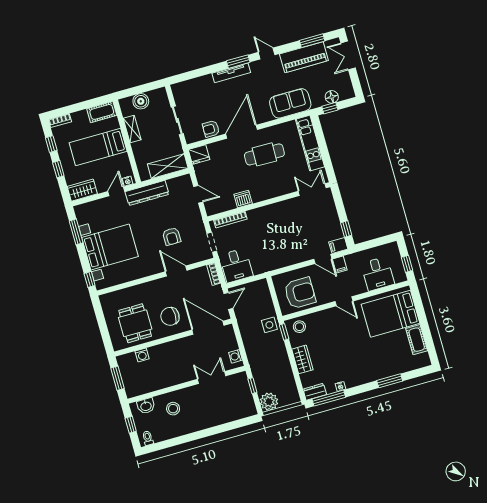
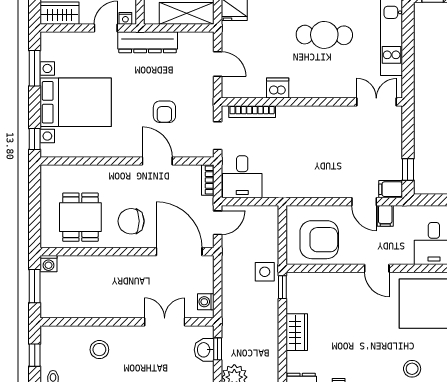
stool: (299, 327) -> (412, 369), moved
washing machine: (142, 355) -> (49, 264), moved
washbasin: (146, 406) -> (204, 350), moved, turned 90

